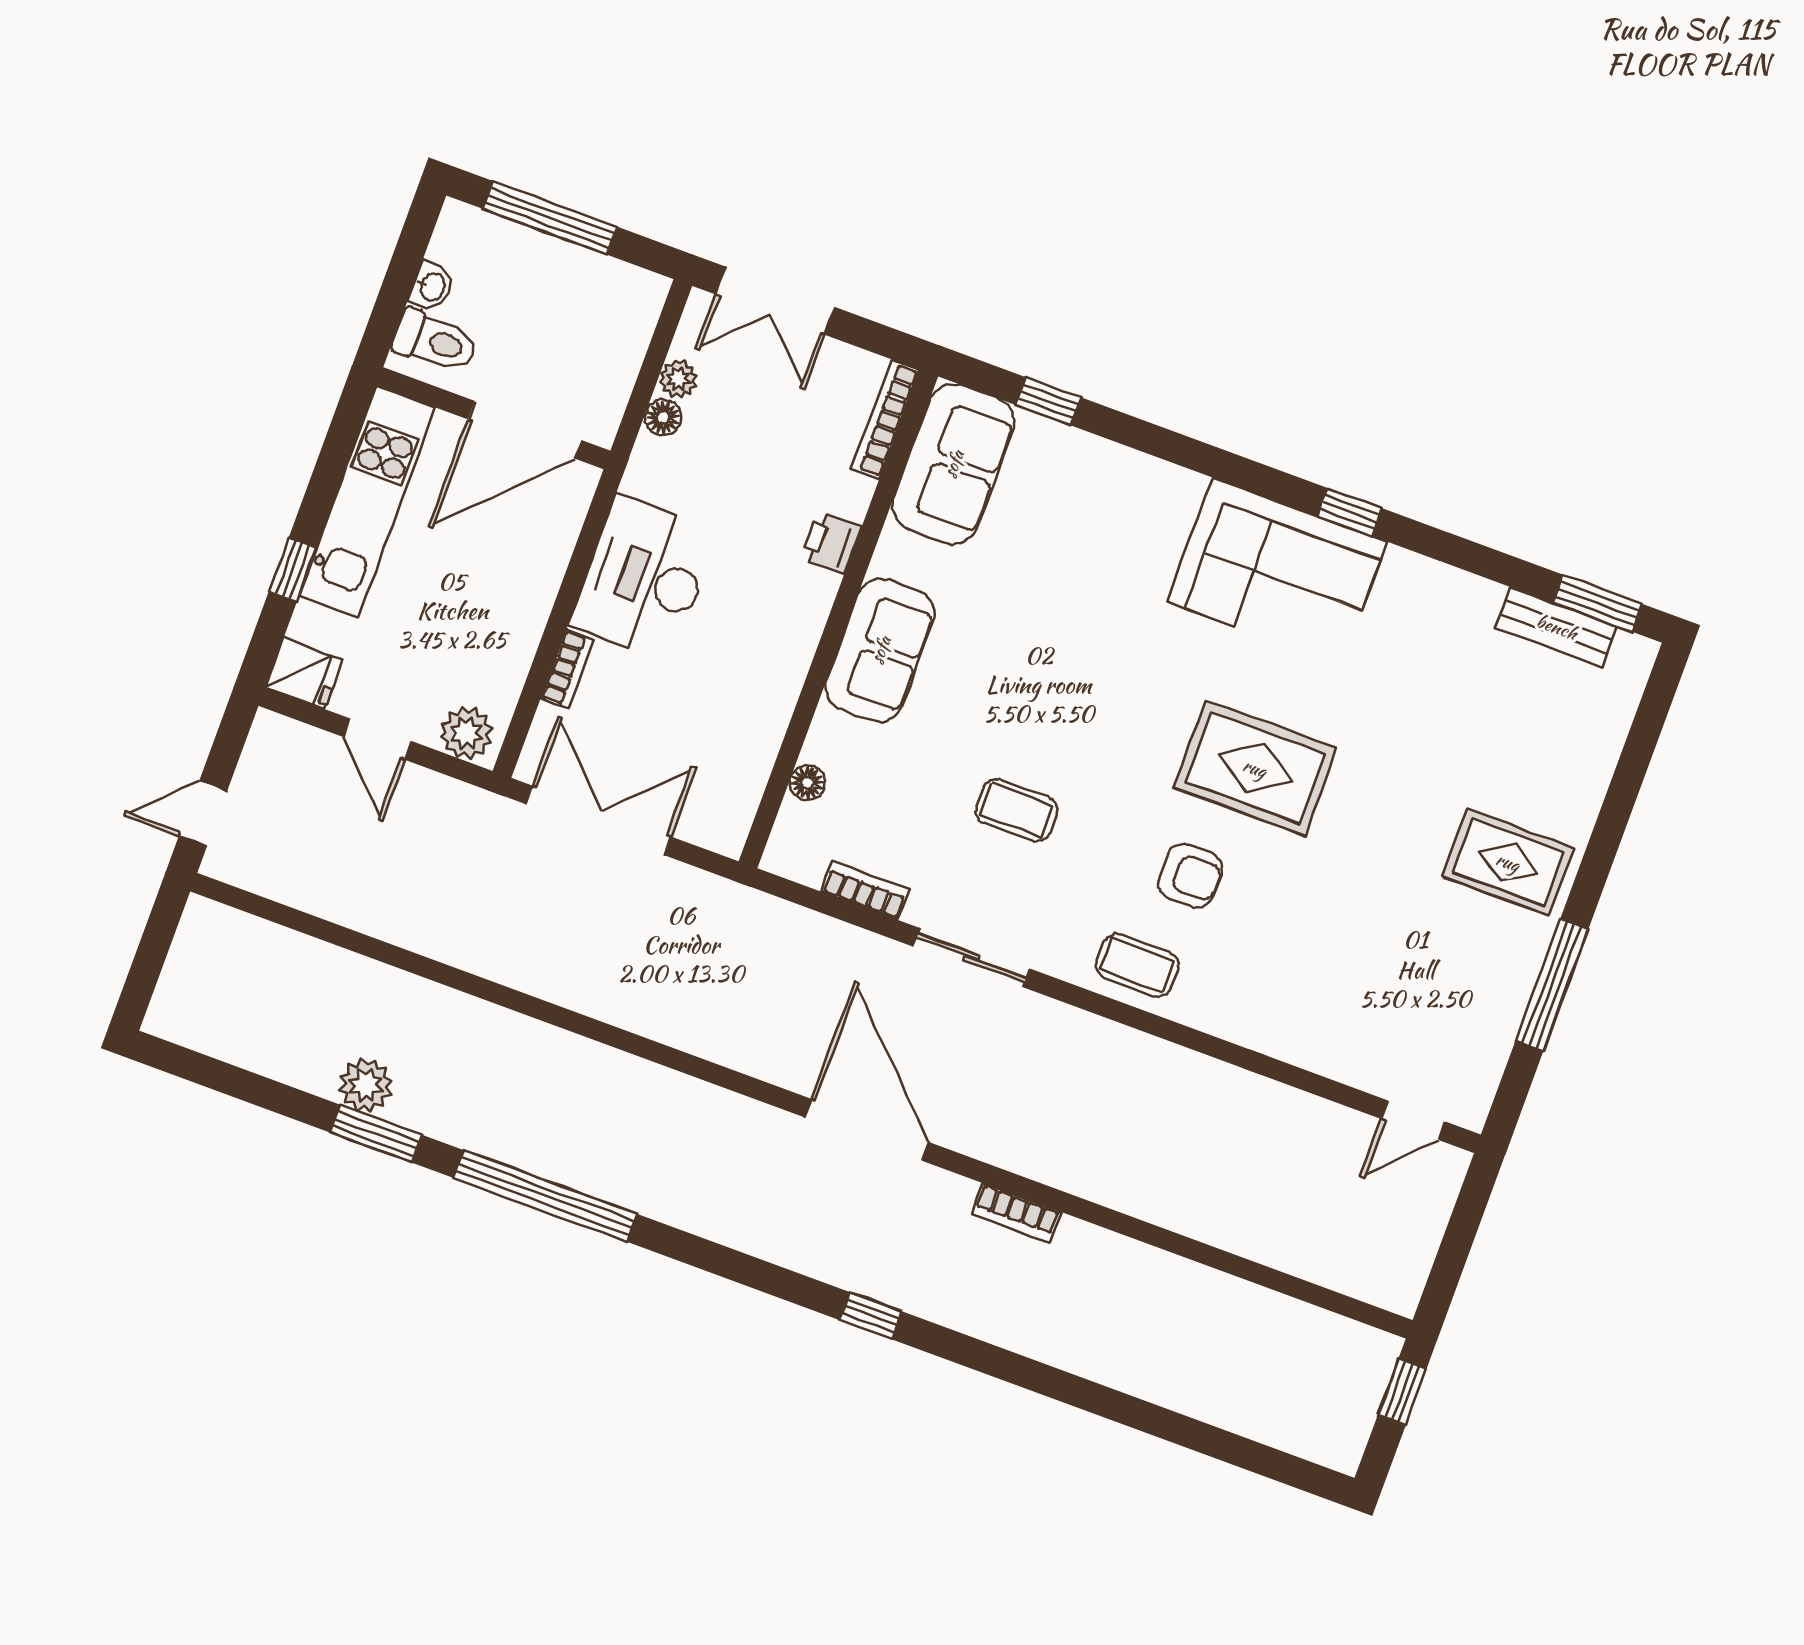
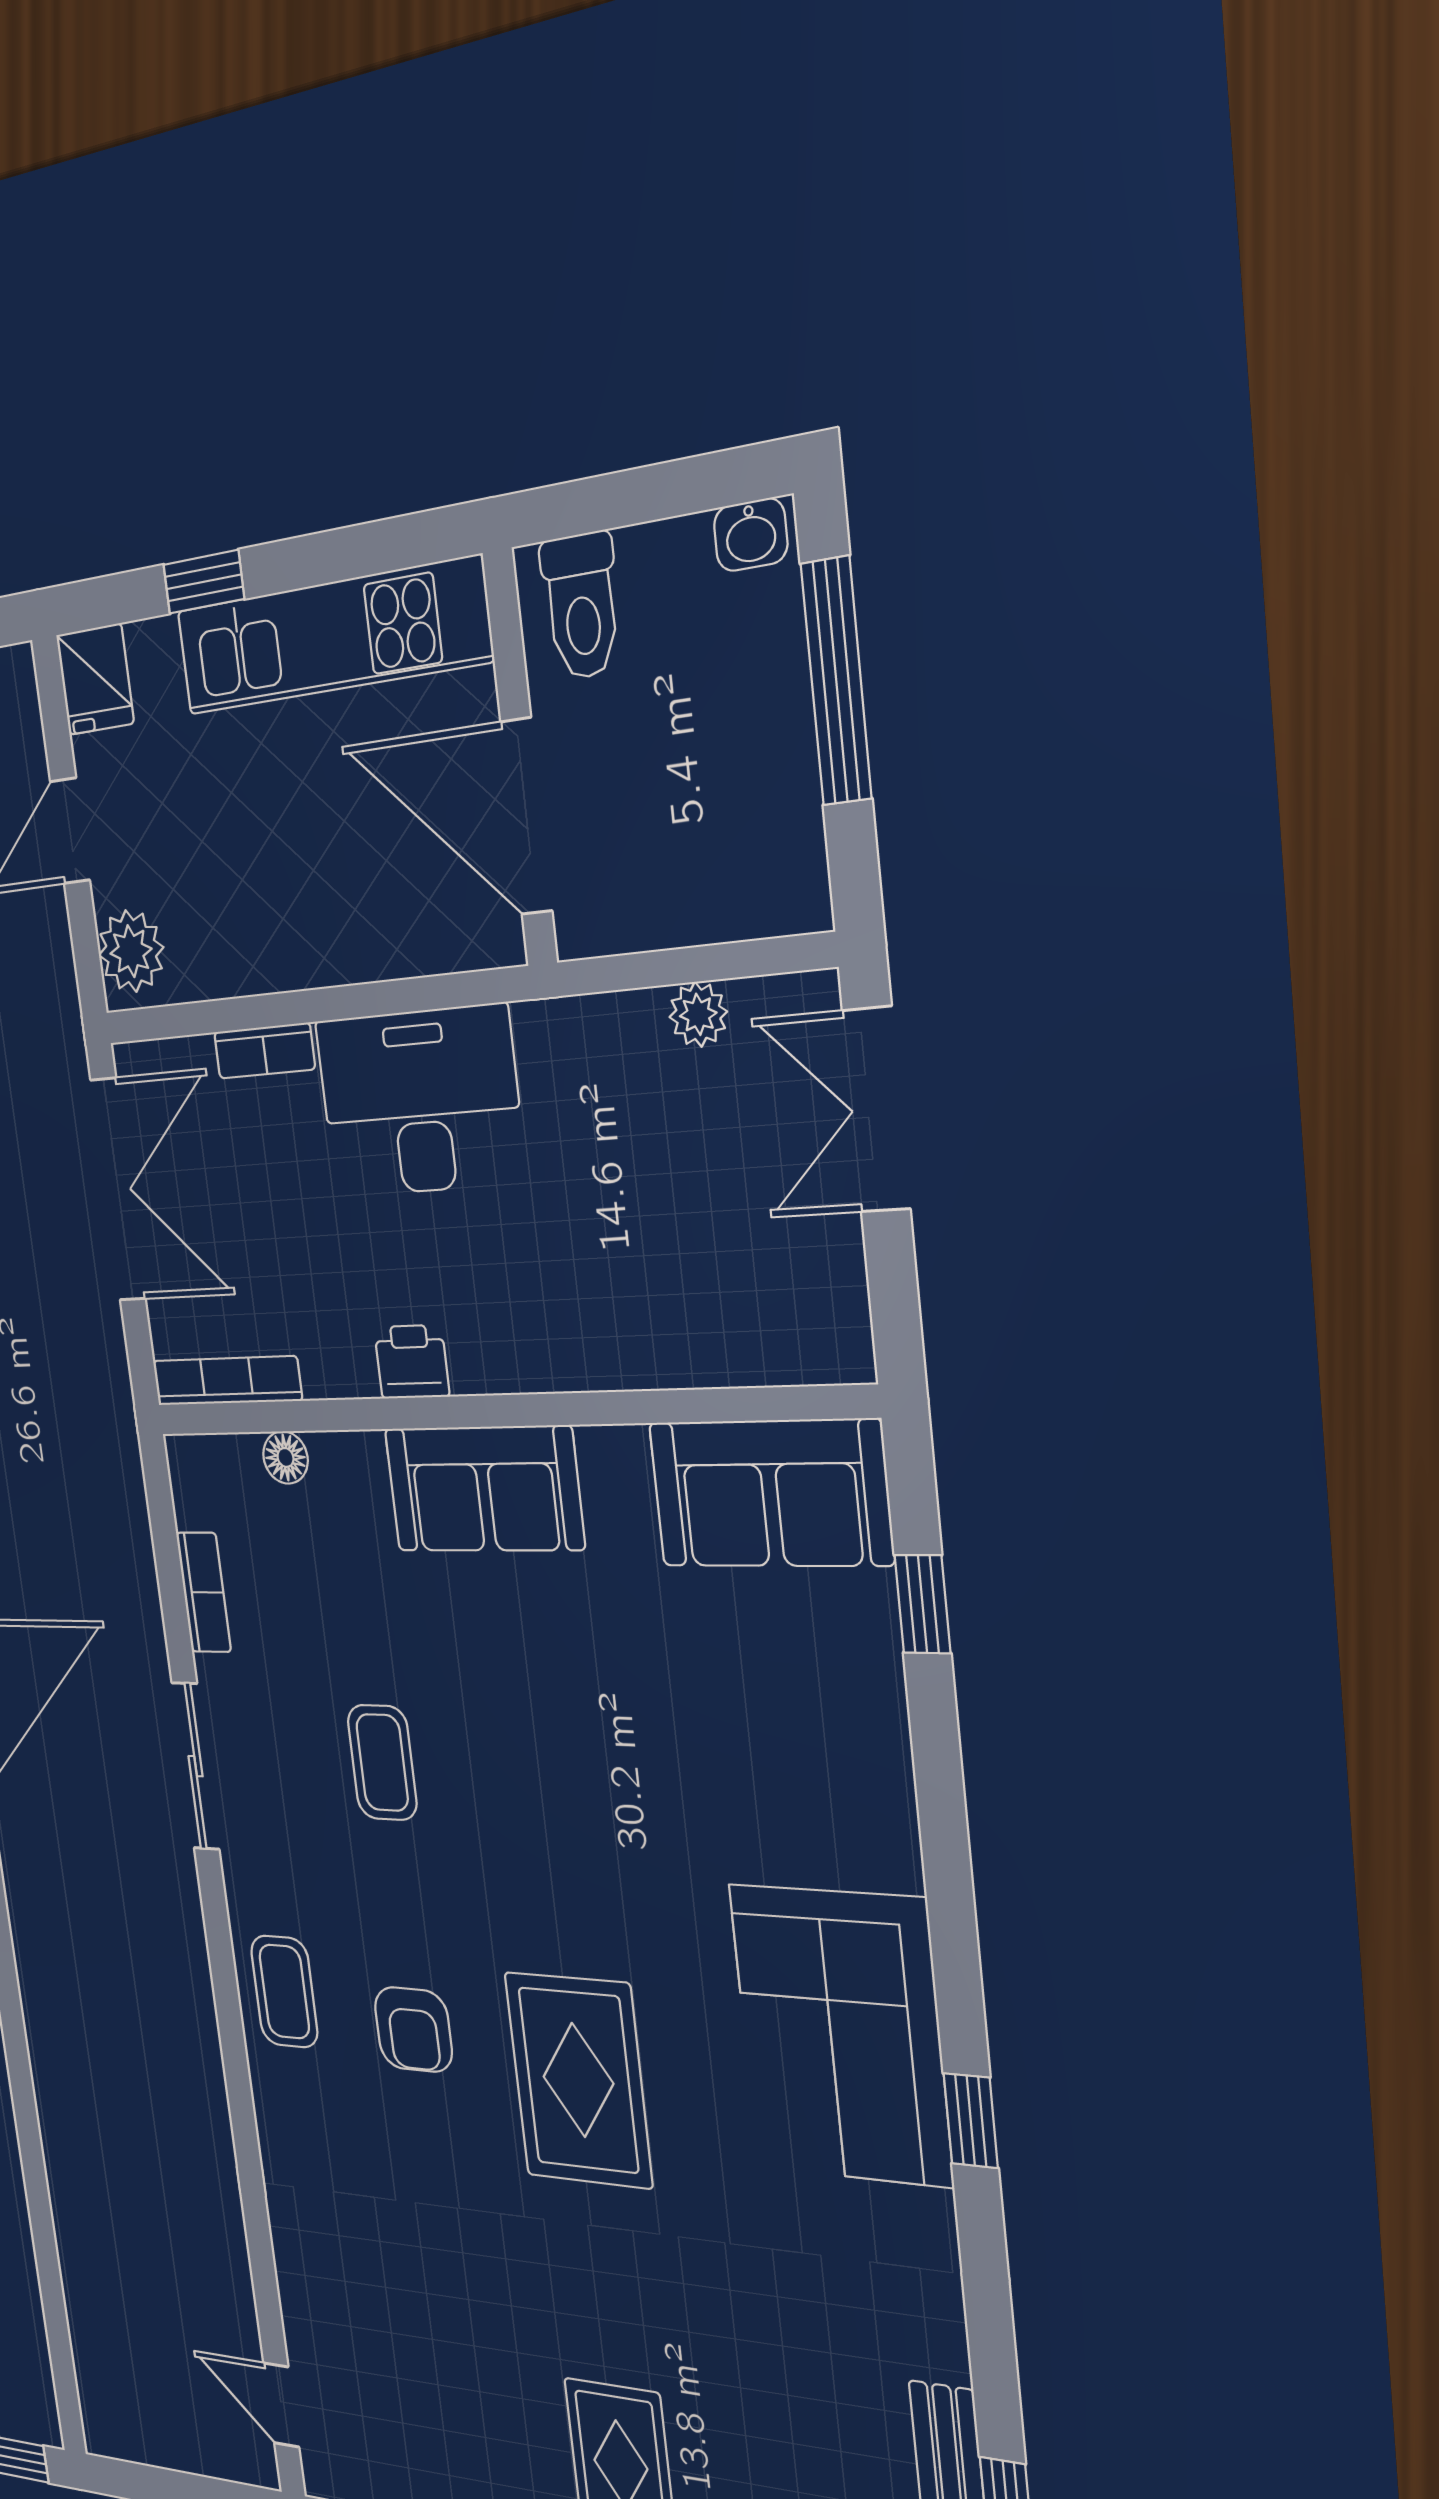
washbasin: (432, 287) -> (751, 535), moved
floor lamp: (663, 417) -> (636, 1019), removed
bookcase: (885, 419) -> (227, 1381), moved
printer: (831, 543) -> (412, 1362), moved

